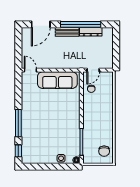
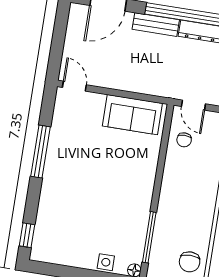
door: (93, 70) -> (193, 105), hinge flipped
sofa: (57, 80) -> (132, 115), width x0.73
window: (18, 123) -> (40, 152), moved

